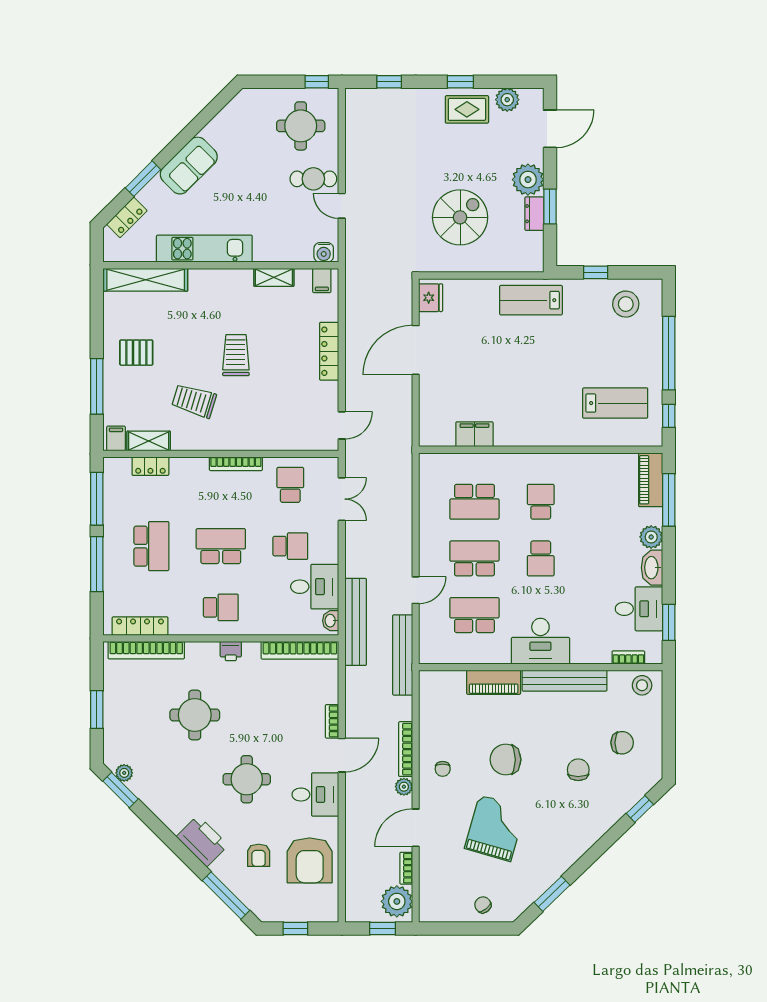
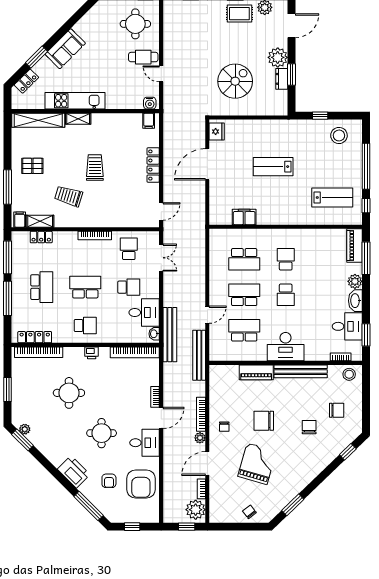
shelving: (274, 277) -> (78, 119), moved
lab bench: (531, 300) -> (273, 167), moved

